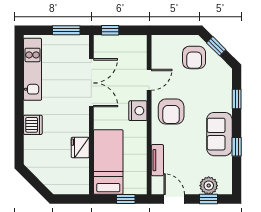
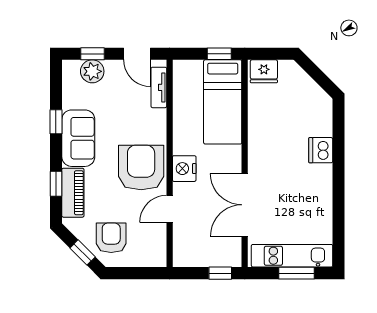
window: (66, 30) -> (297, 273), moved
kitchen unit: (33, 69) -> (292, 256), moved, turned 90
piano: (224, 92) -> (73, 193), added
armchair: (171, 112) -> (141, 167), width x1.36, depth x1.36
fridge: (80, 148) -> (264, 71), moved, turned 90
tv unit: (157, 160) -> (159, 87), moved
window: (126, 199) -> (219, 54), moved

